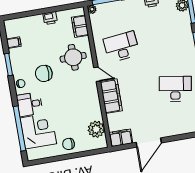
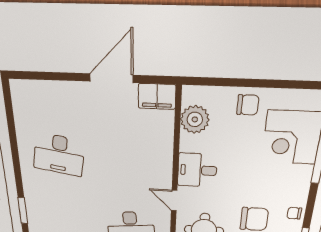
filing cabinet: (111, 96) -> (159, 165), removed
desk: (30, 104) -> (197, 170), moved, turned 180

